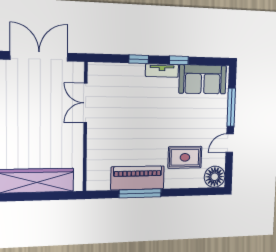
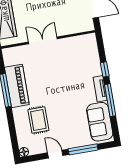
window: (179, 60) -> (110, 100), width x2.17
double door: (86, 103) -> (43, 40), moved
floor lamp: (215, 177) -> (24, 152), width x0.53, depth x0.53

